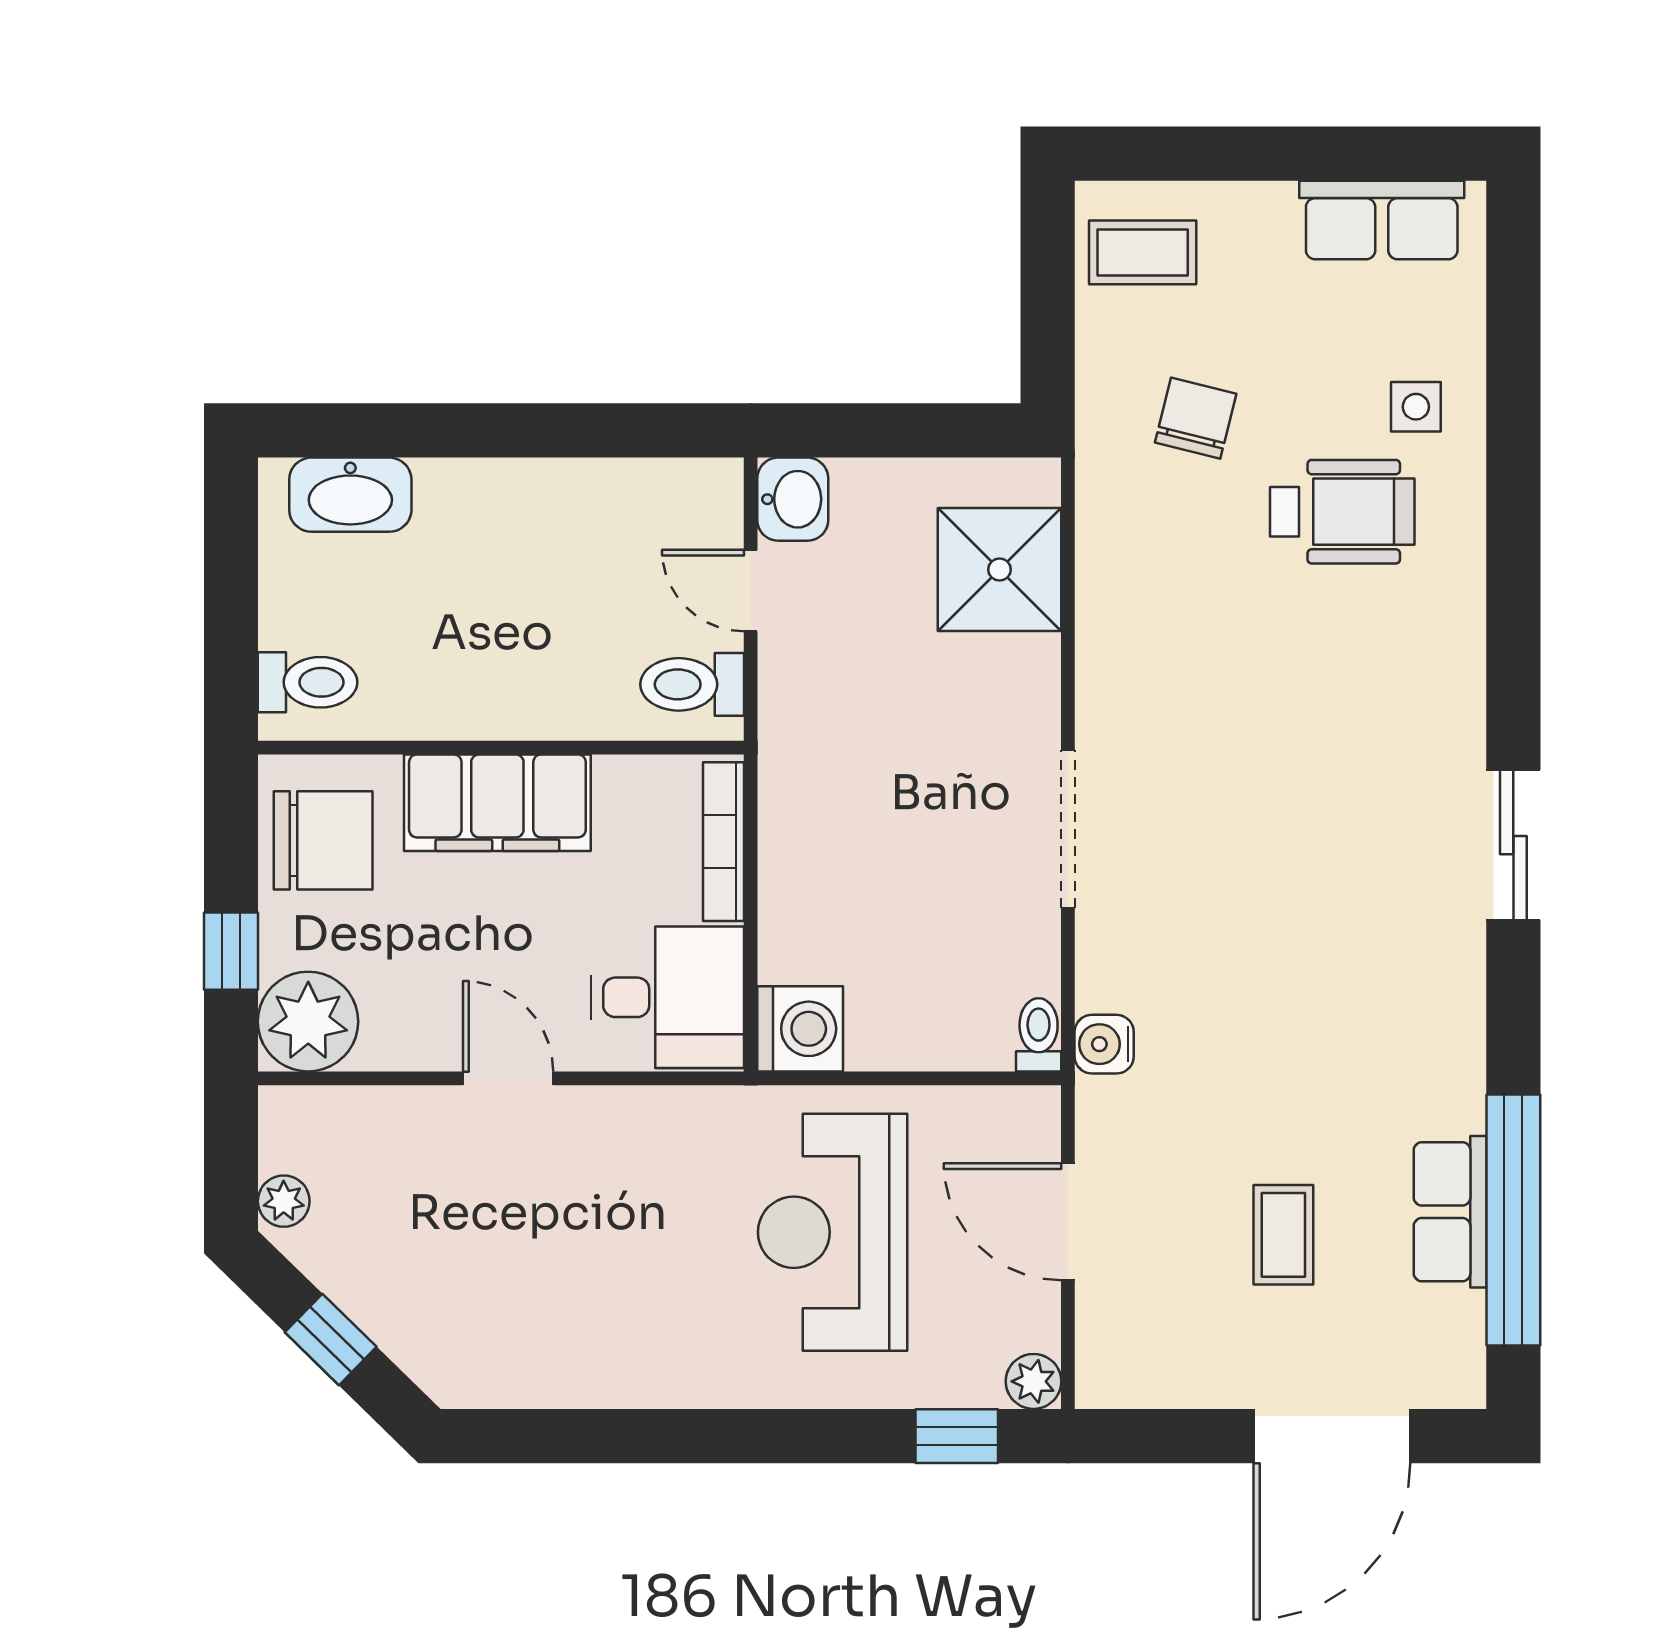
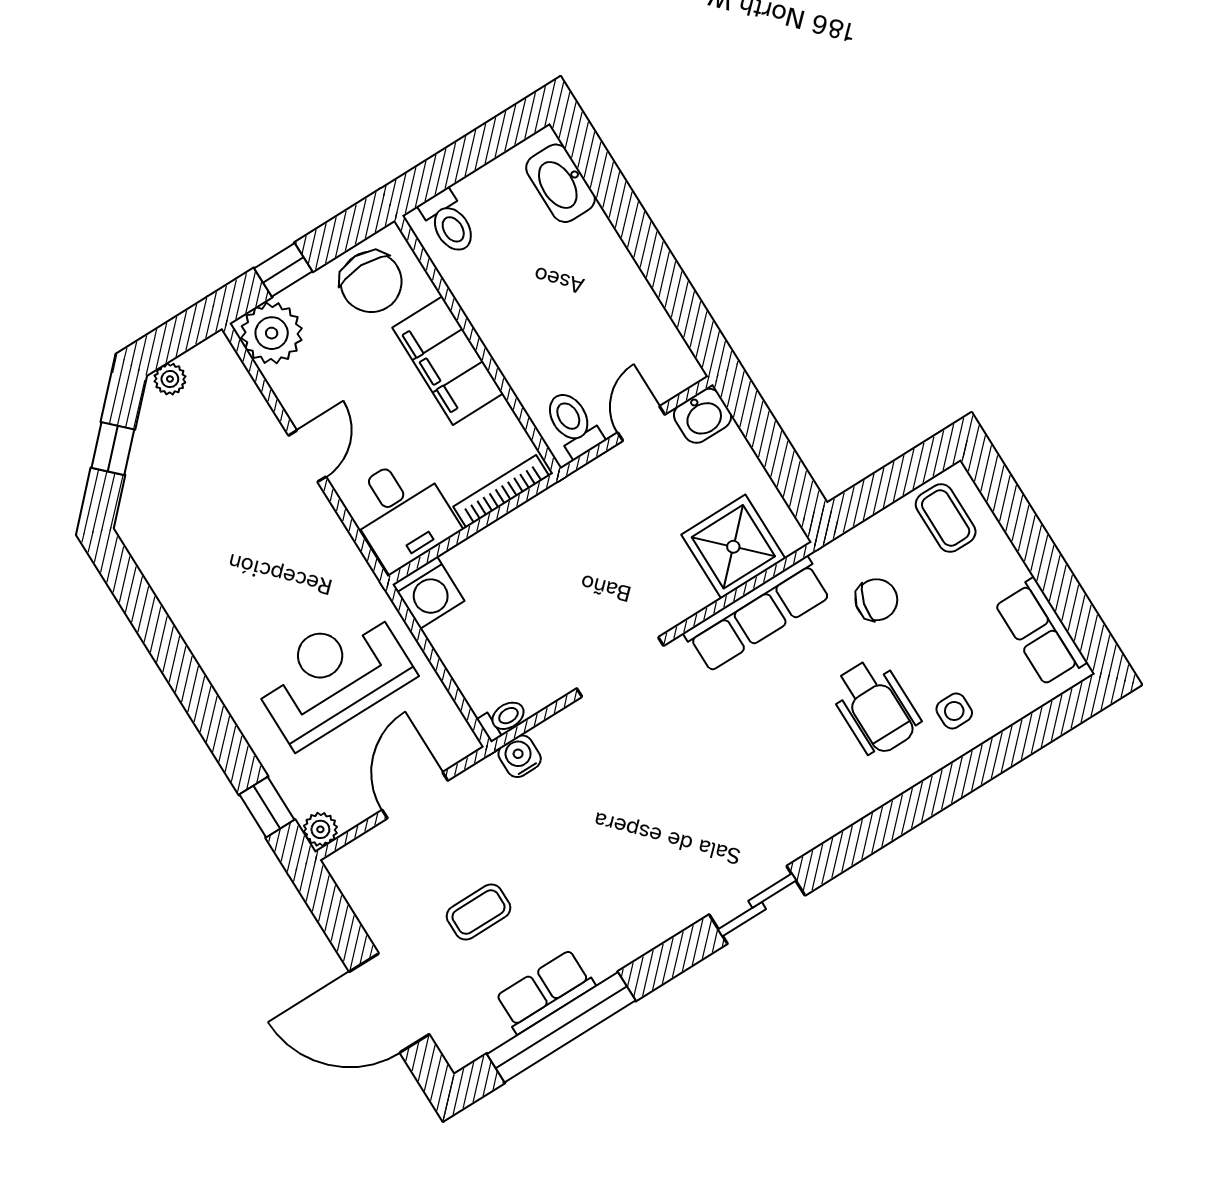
row of seats: (1113, 595) -> (757, 614), added

